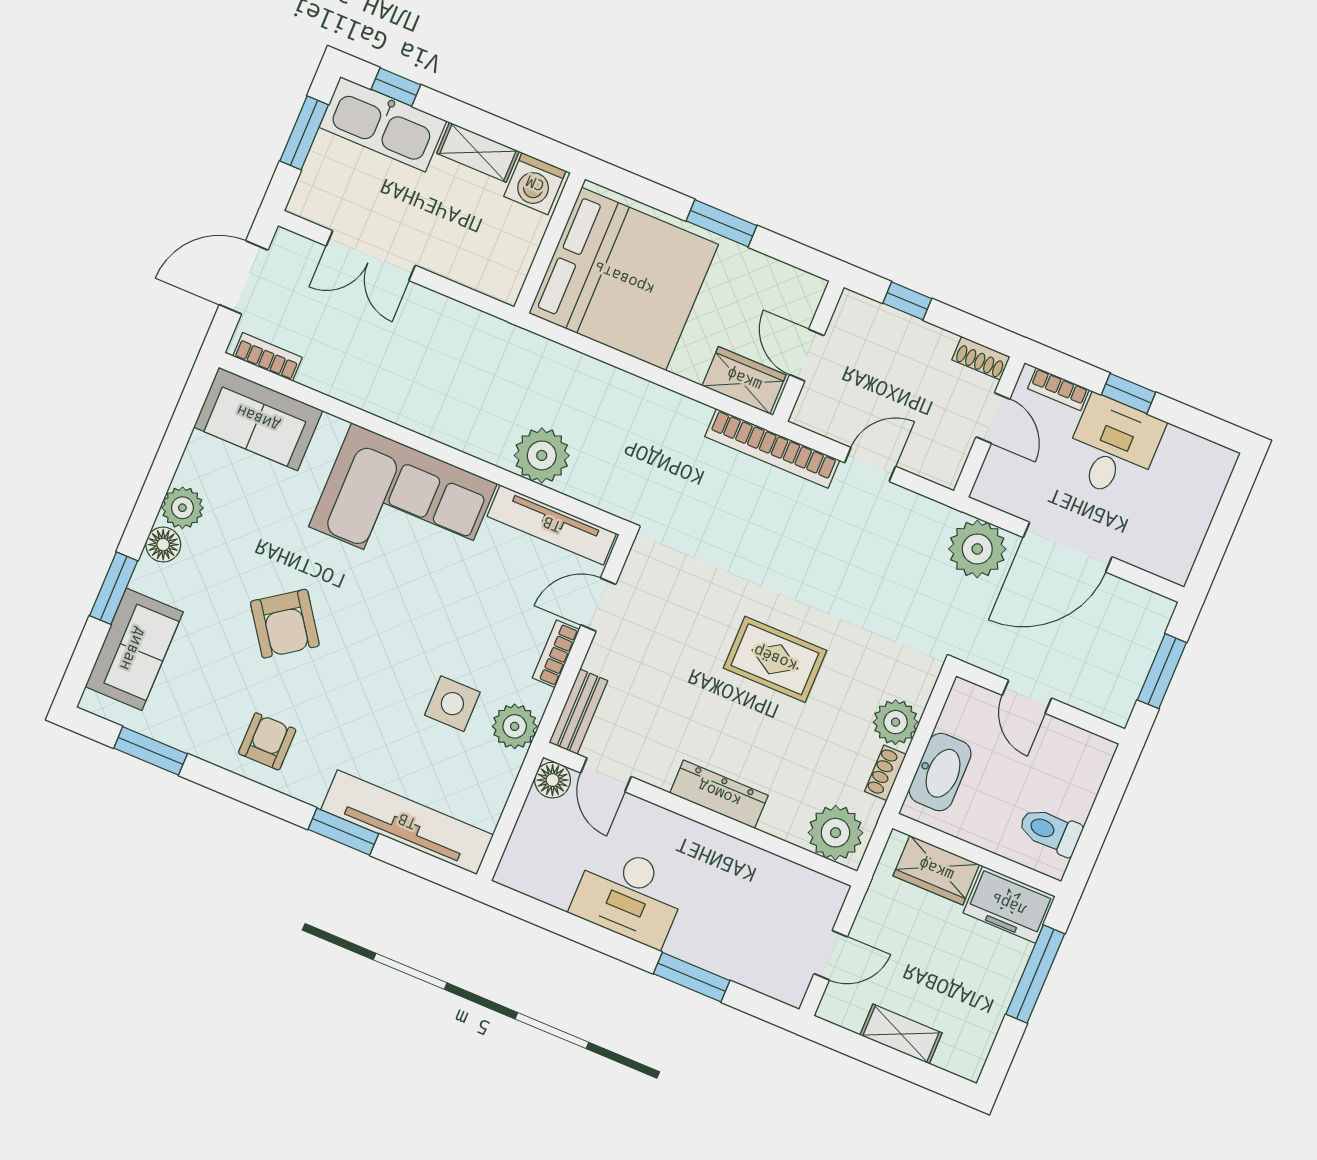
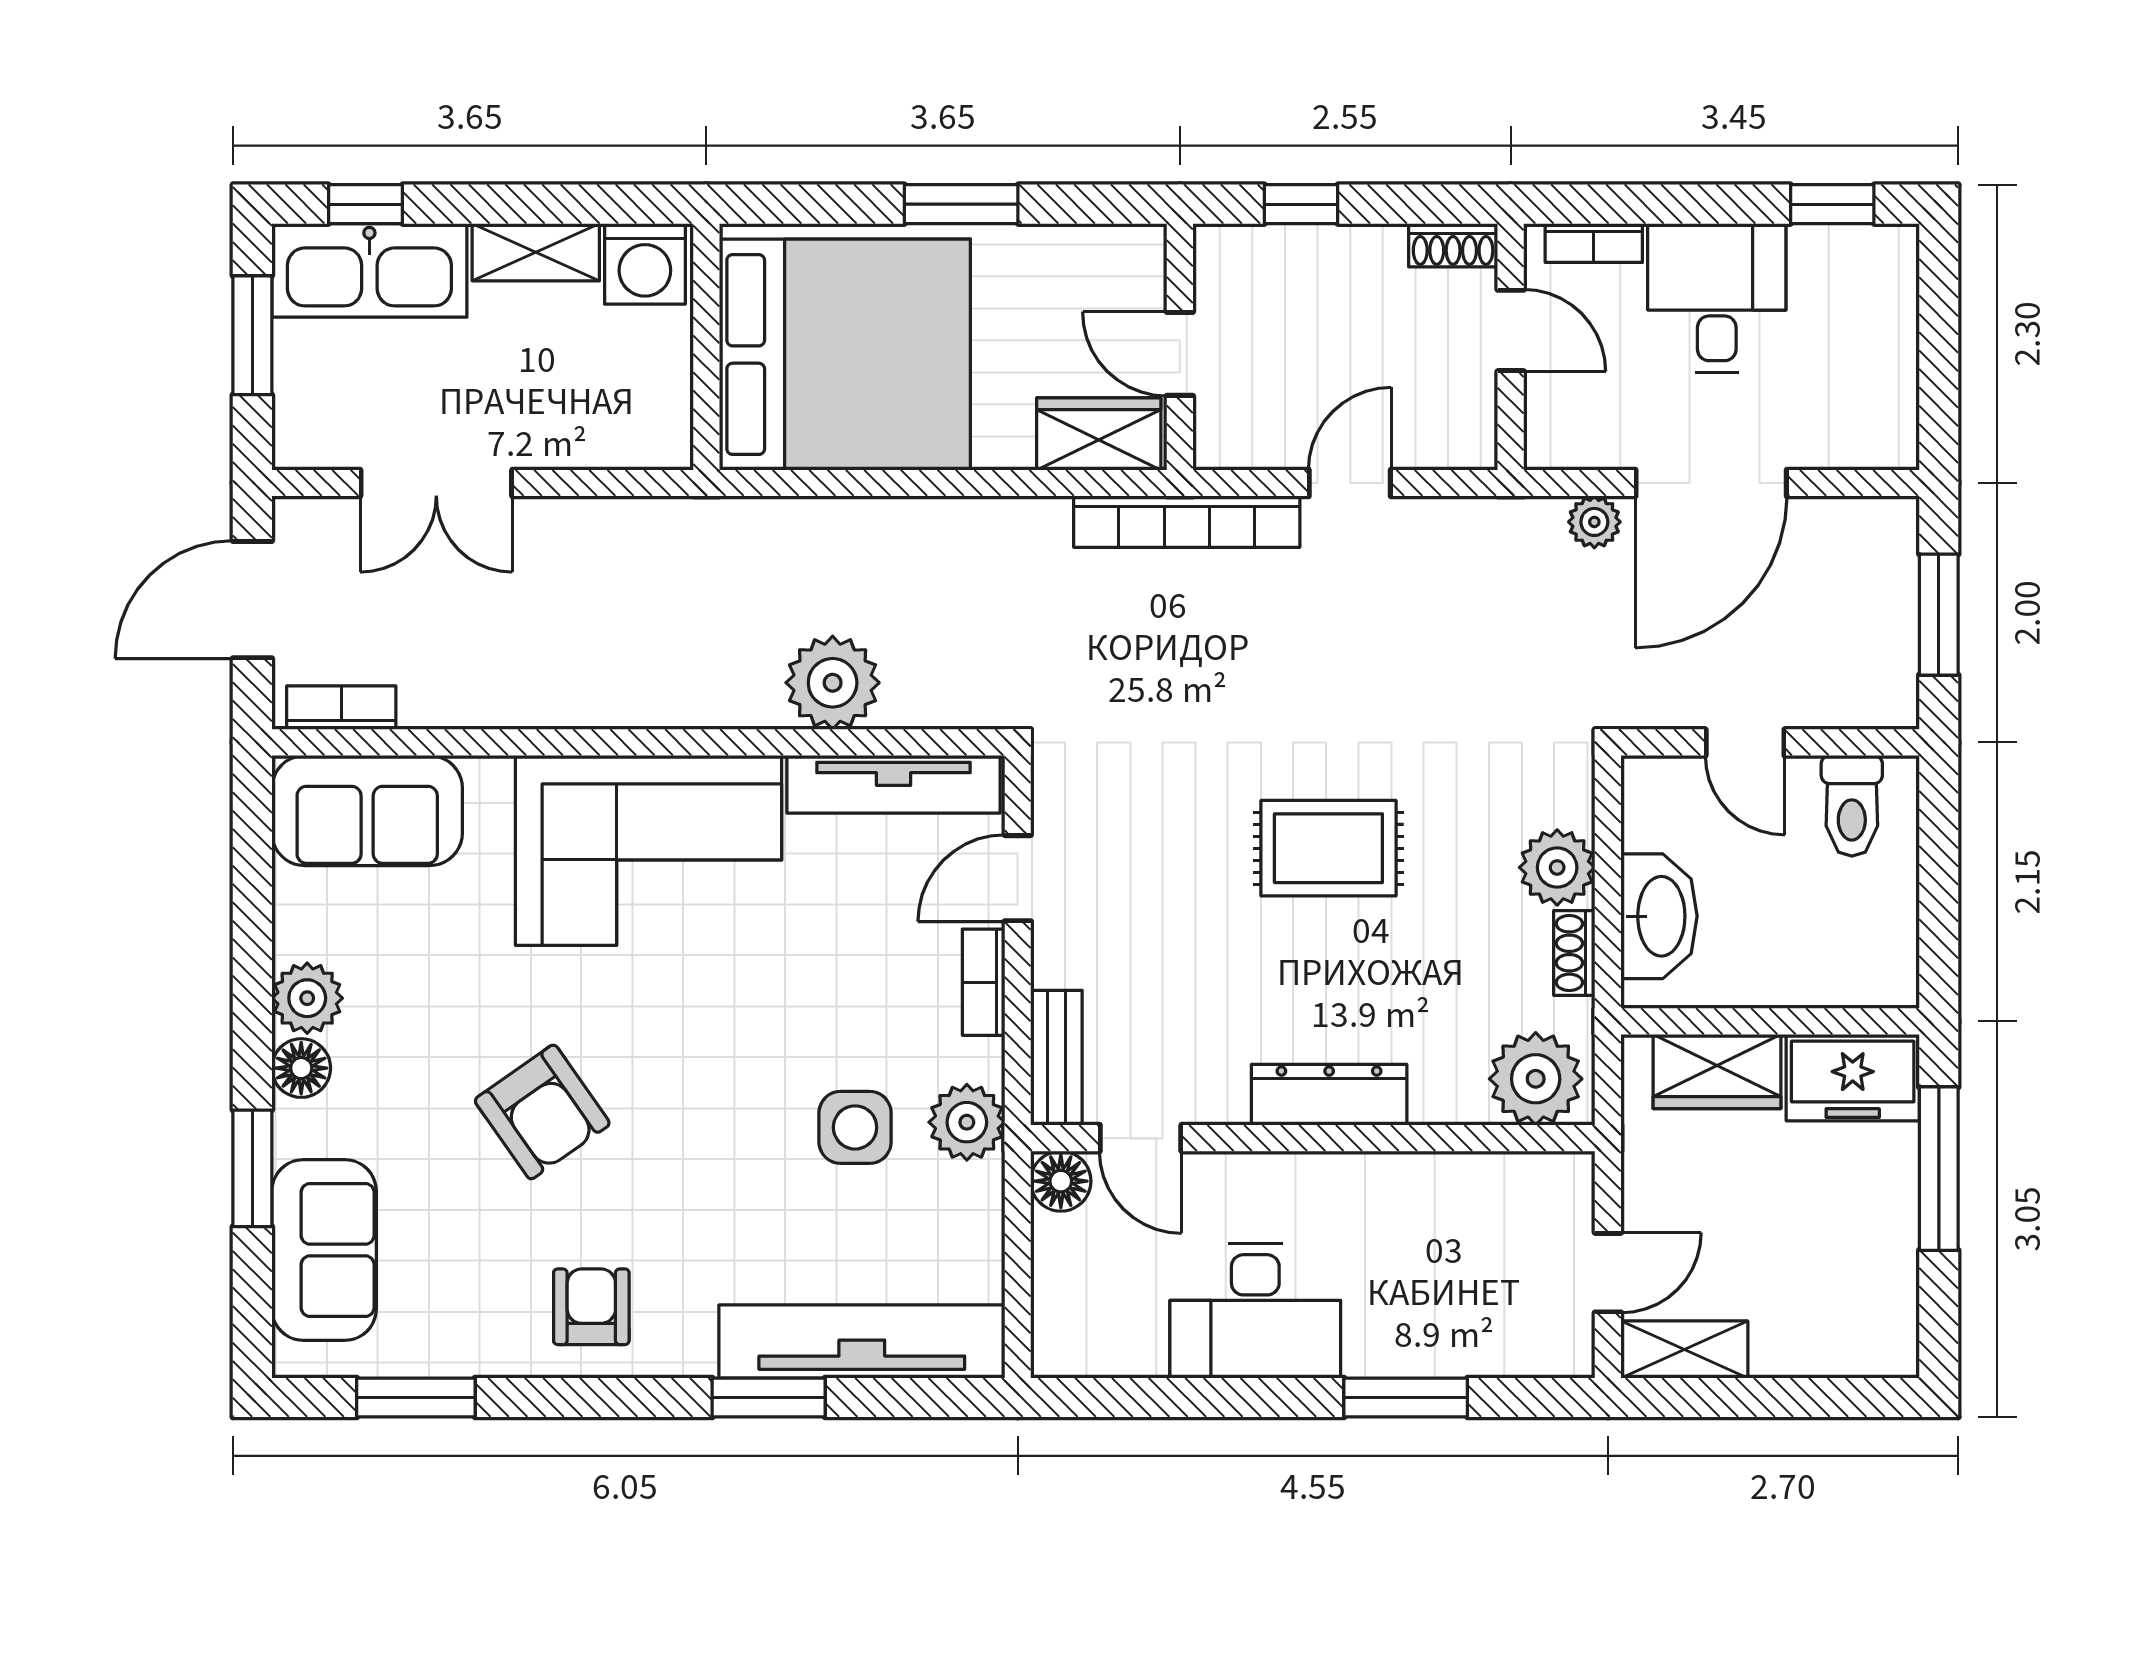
window: (1129, 394) -> (1832, 204), moved
plant: (977, 549) -> (1594, 522), width x0.53, depth x0.53
toilet: (1050, 831) -> (1852, 806), moved, turned -90
shelving: (901, 1034) -> (1684, 1350), moved

